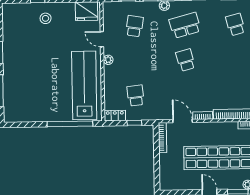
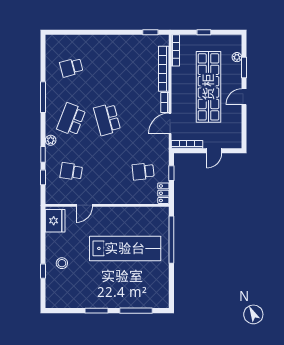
school desk: (185, 25) -> (71, 119), turned 36
plant: (108, 60) -> (106, 199), removed
school desk: (185, 60) -> (107, 119), width x1.85
lab bench: (84, 85) -> (125, 248), moved, turned 180
door: (157, 164) -> (214, 151), added

